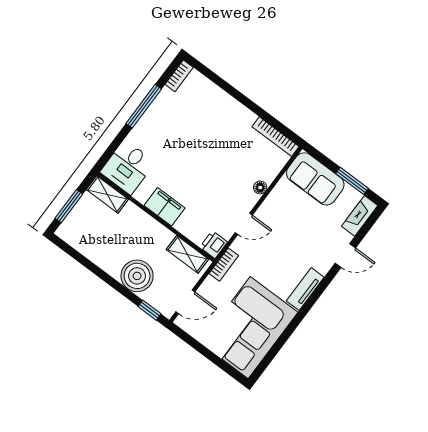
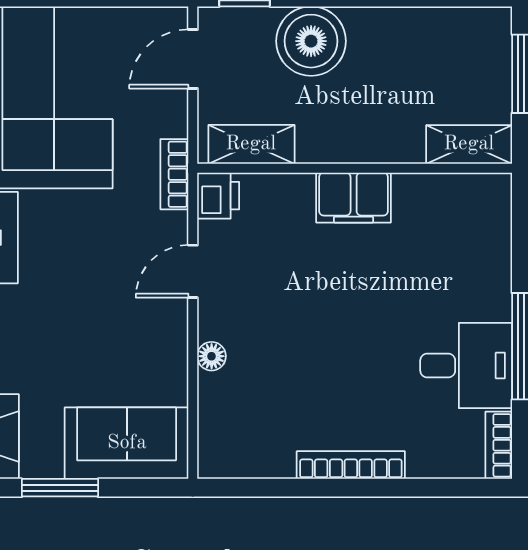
bookcase: (275, 137) -> (351, 465), moved
desk: (128, 167) -> (466, 366), moved, turned 90

